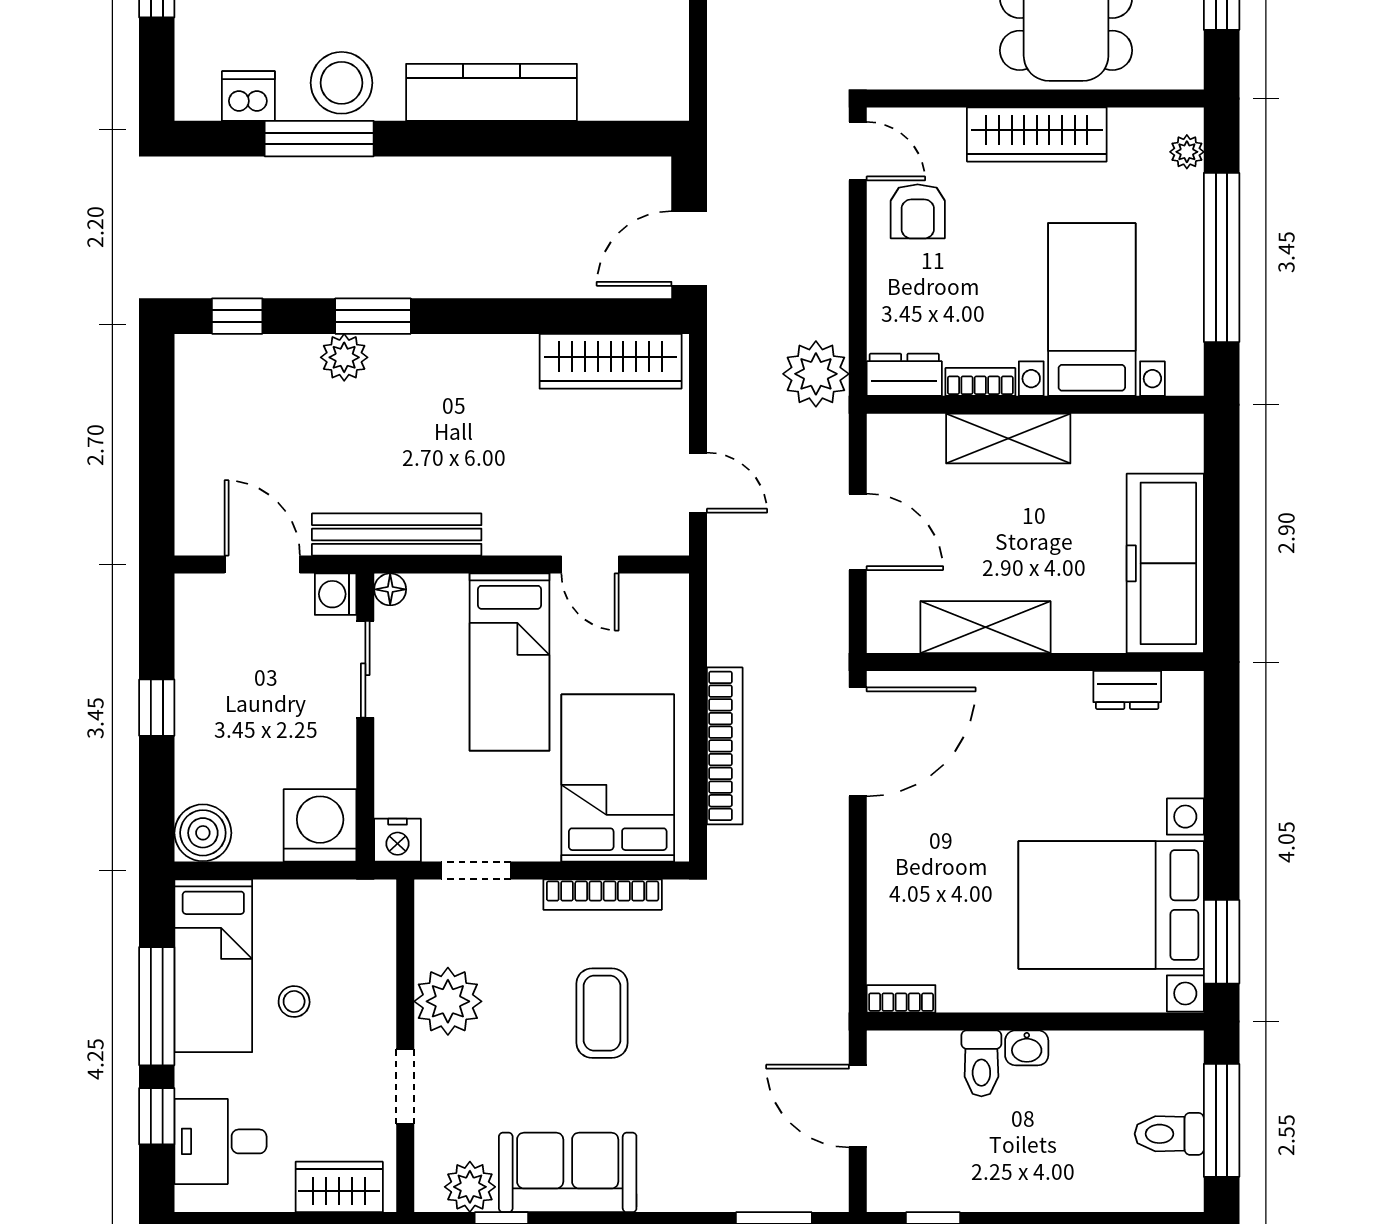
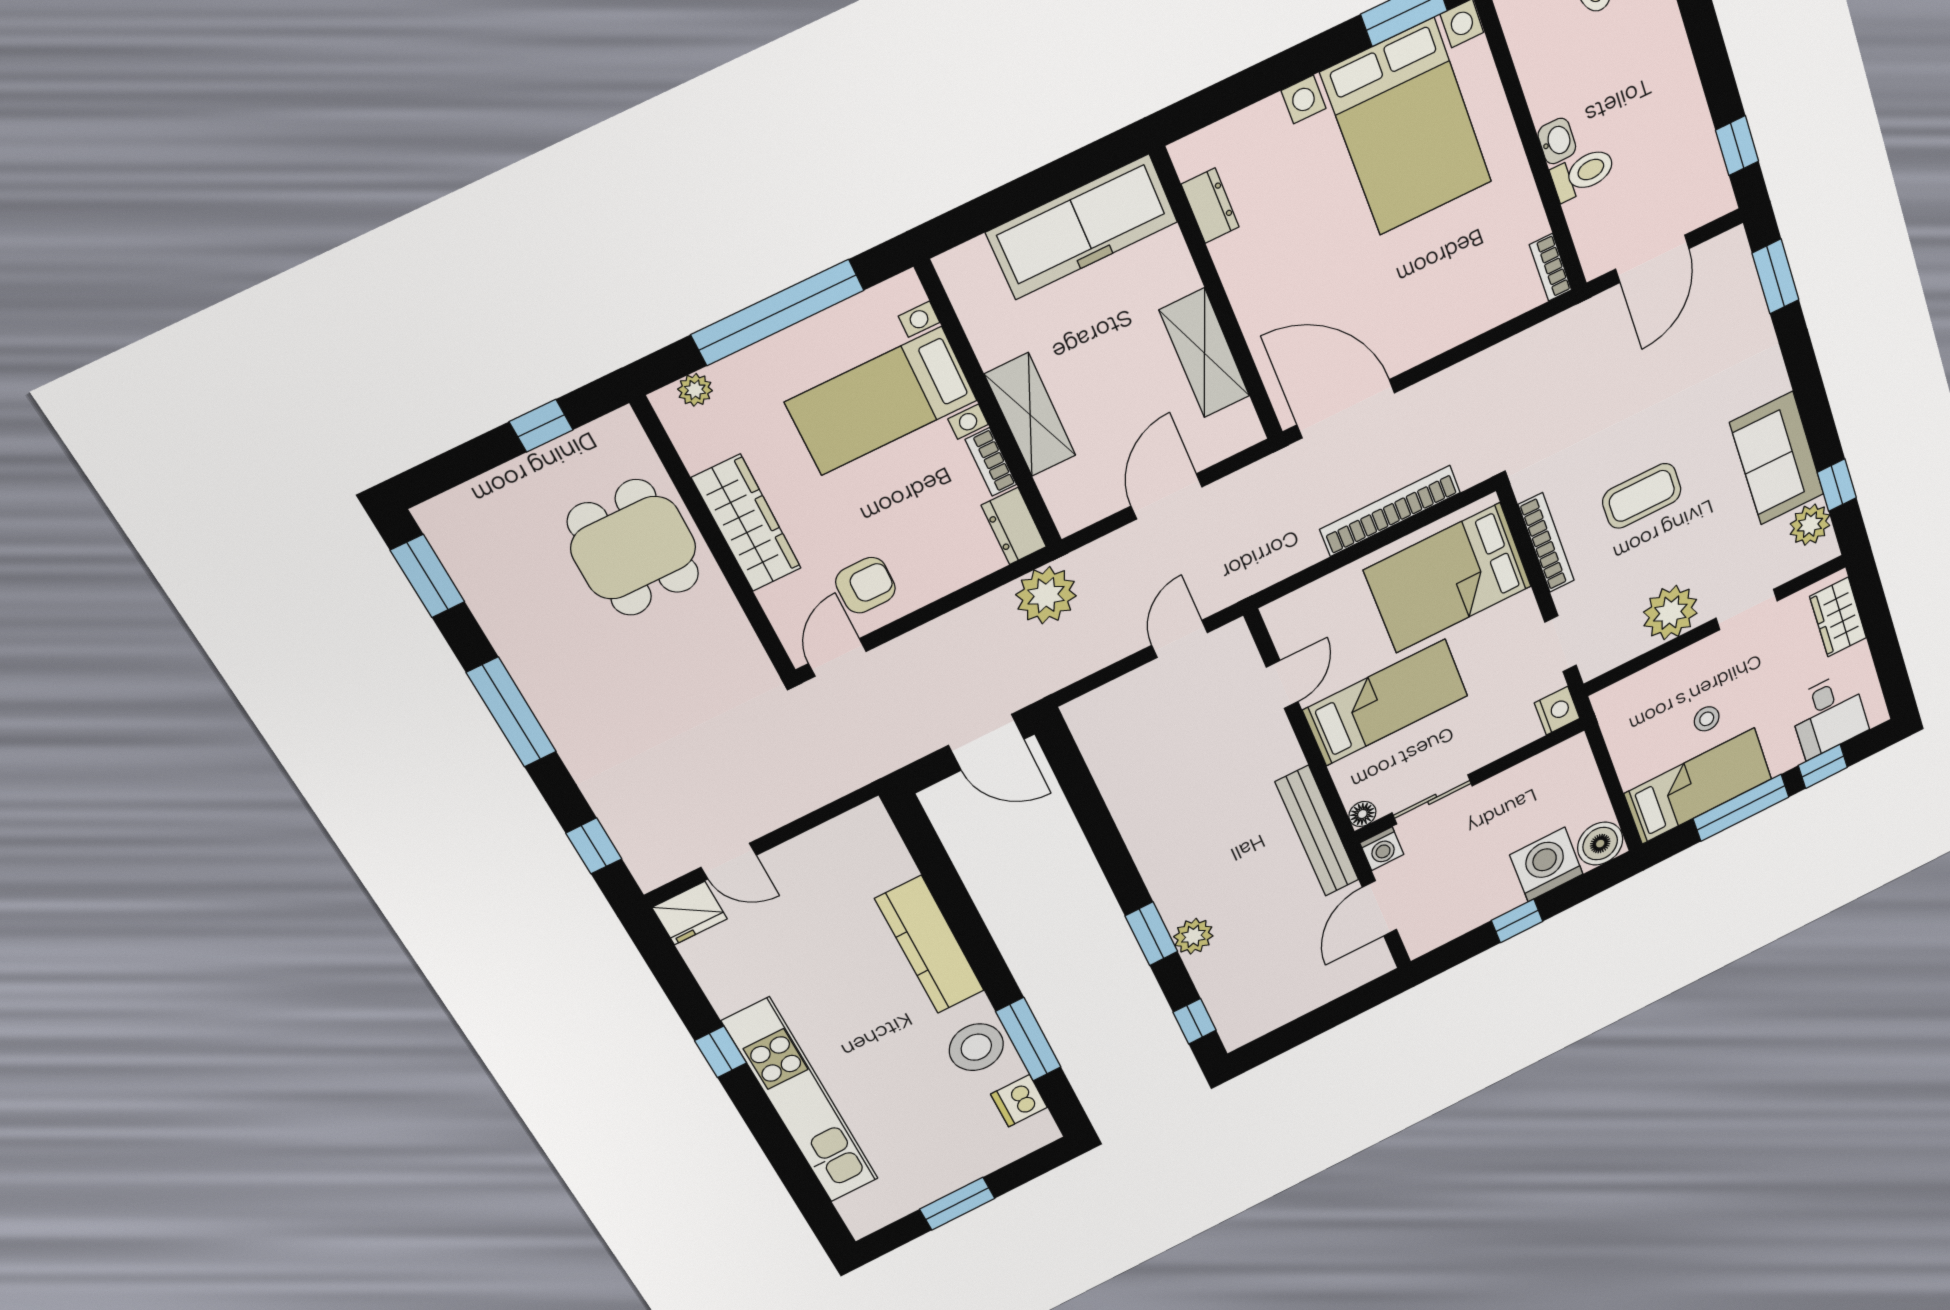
wardrobe: (611, 361) -> (1109, 752), removed
washing machine: (320, 825) -> (1546, 865), moved, turned 90

